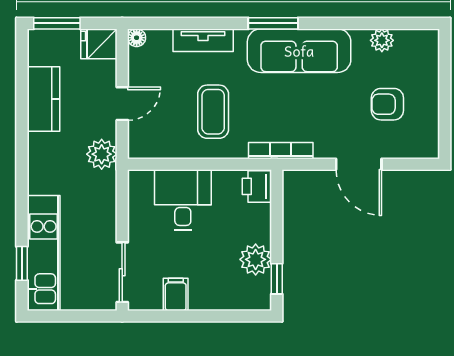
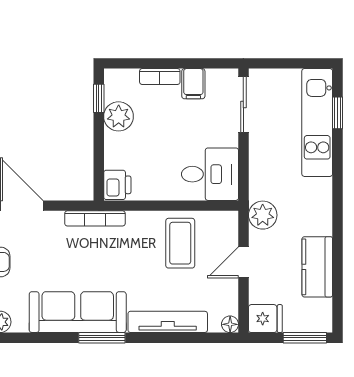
tv unit: (203, 40) -> (168, 322), width x1.41
coffee table: (213, 112) -> (180, 243), moved
desk: (183, 200) -> (210, 174), moved, turned -90
bookcase: (212, 302) -> (160, 76), added

